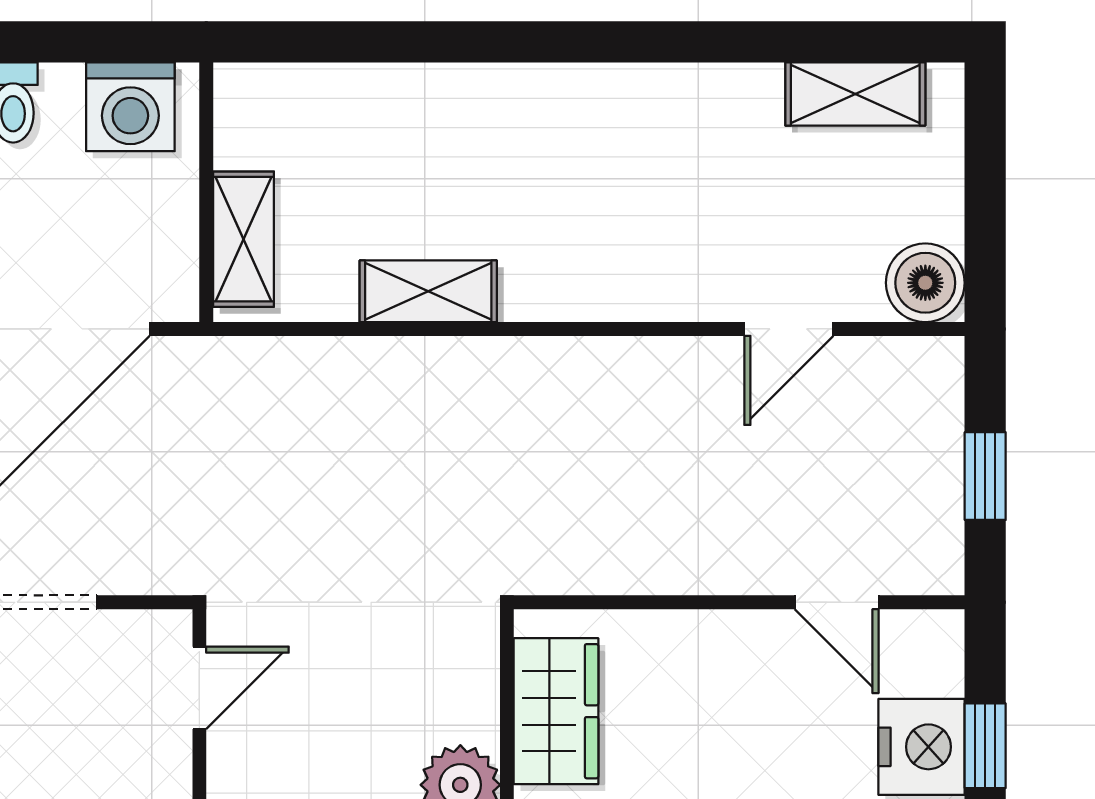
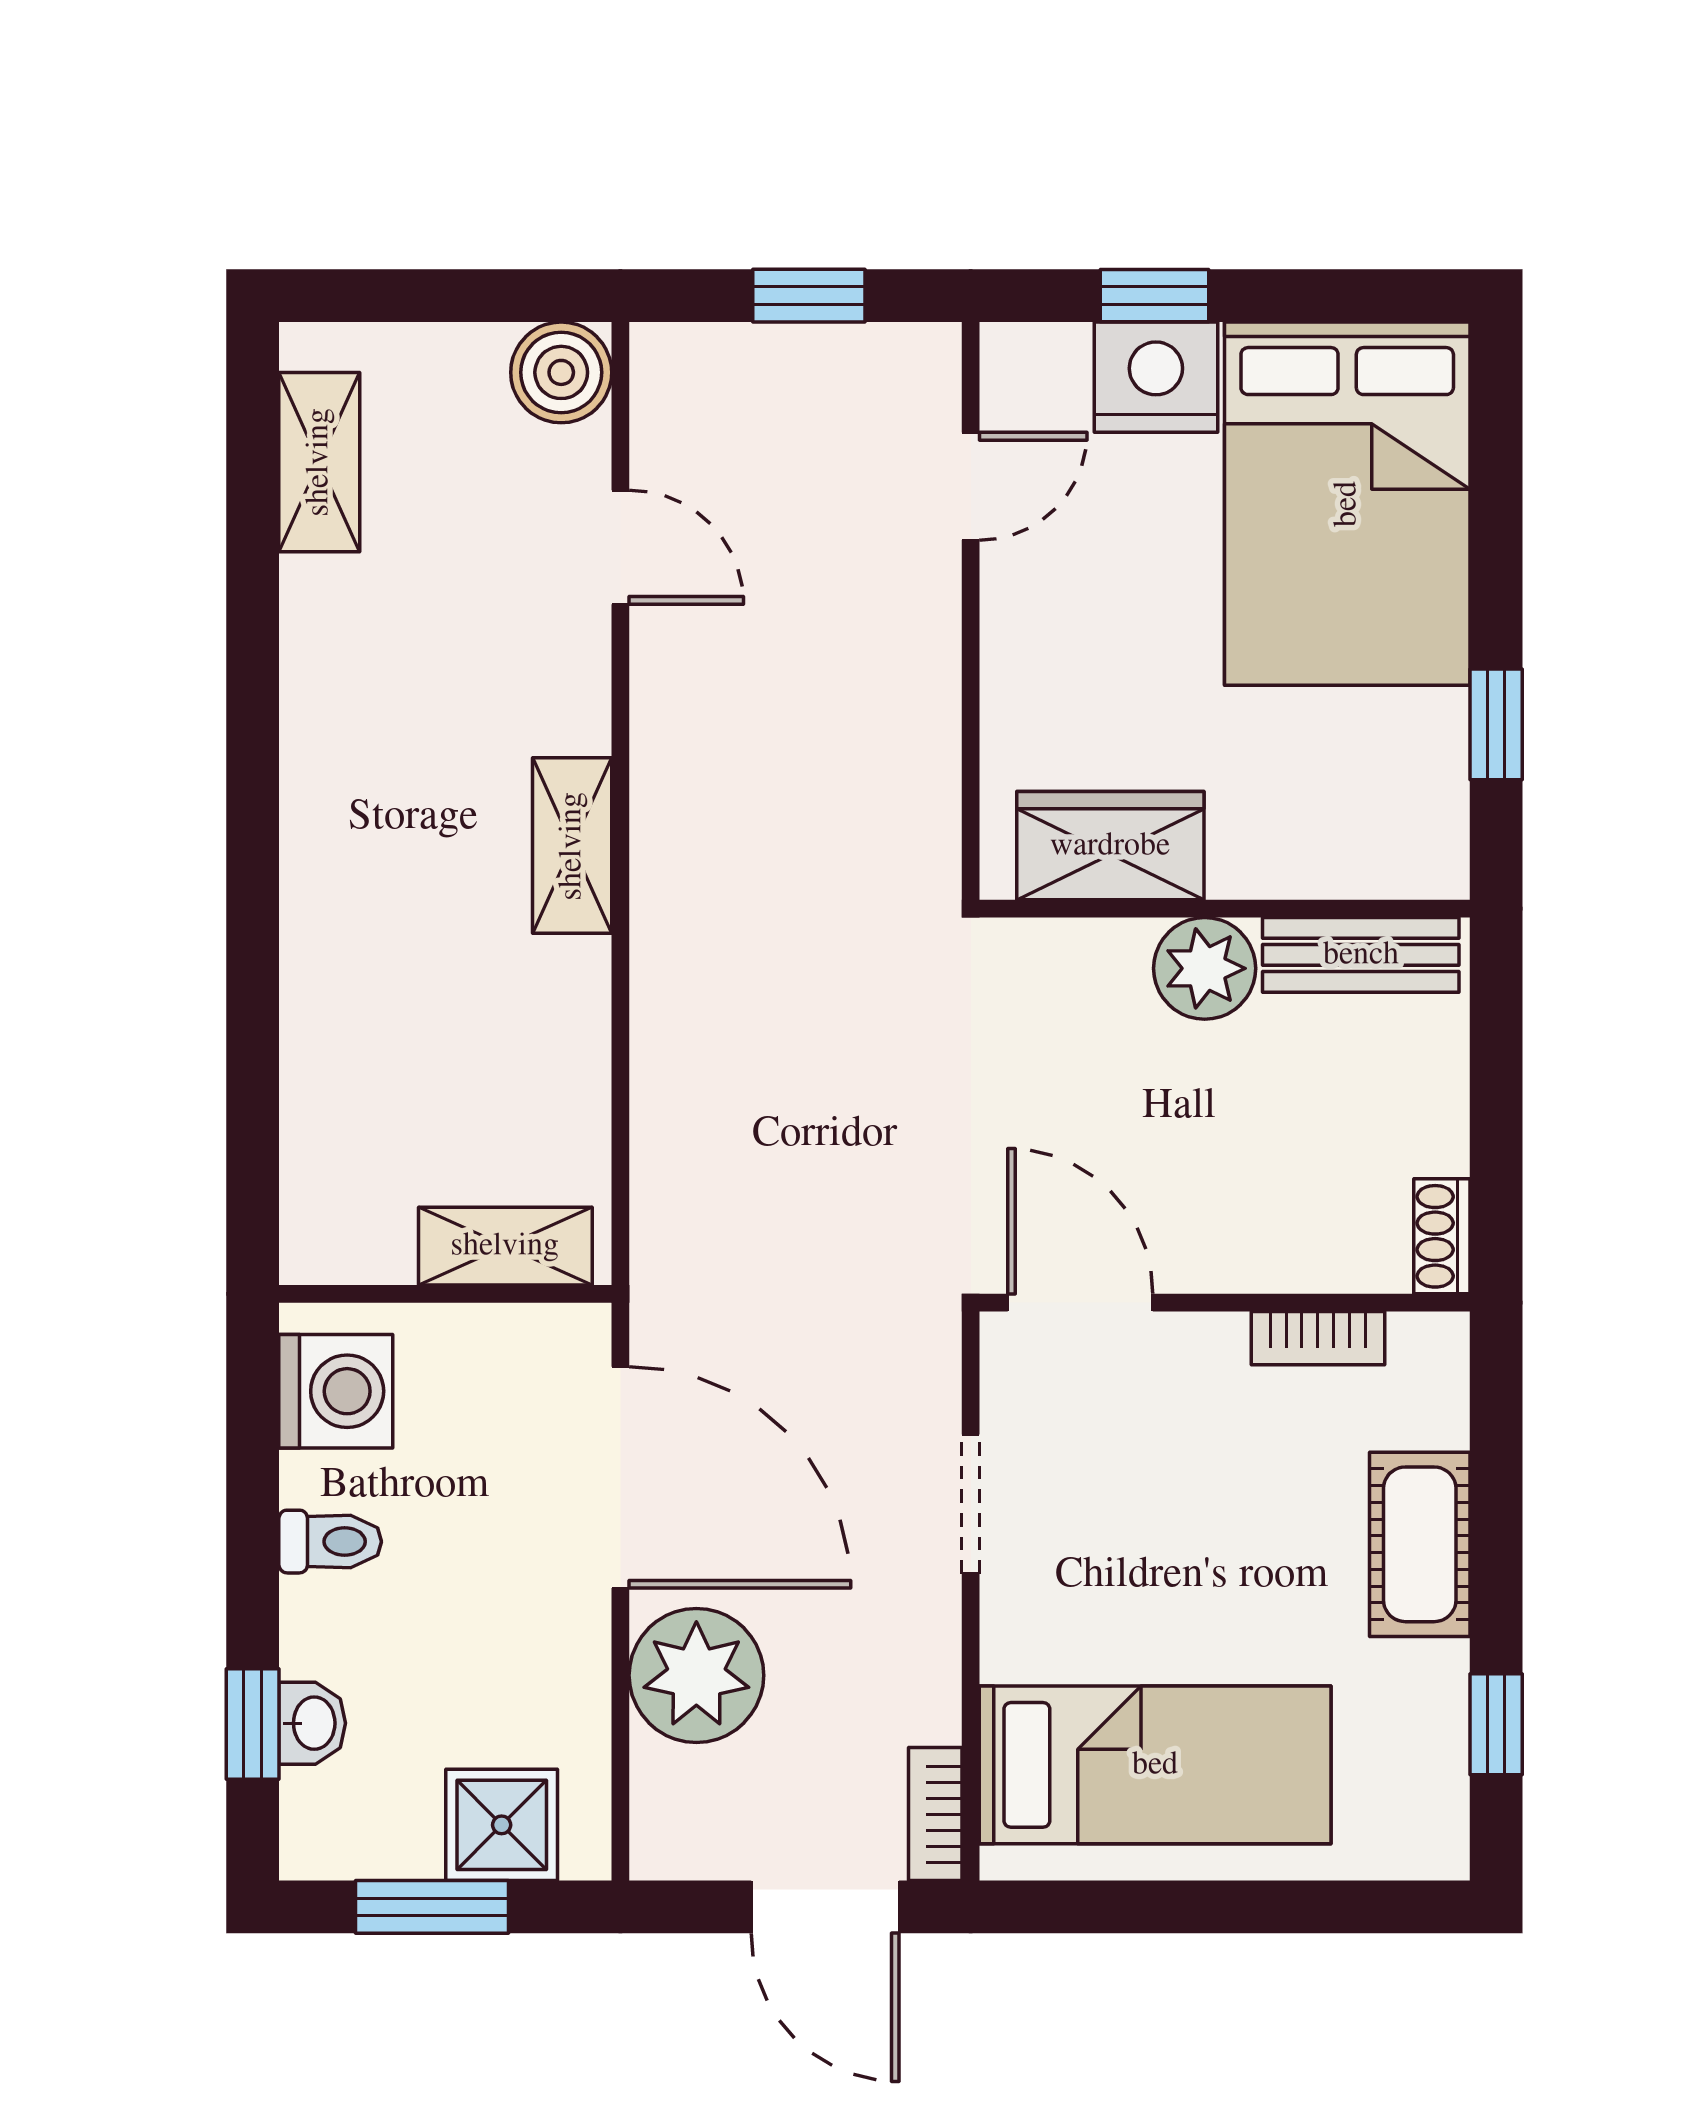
shelving: (428, 291) -> (572, 846), moved
door: (199, 688) -> (1080, 1303), width x1.38

